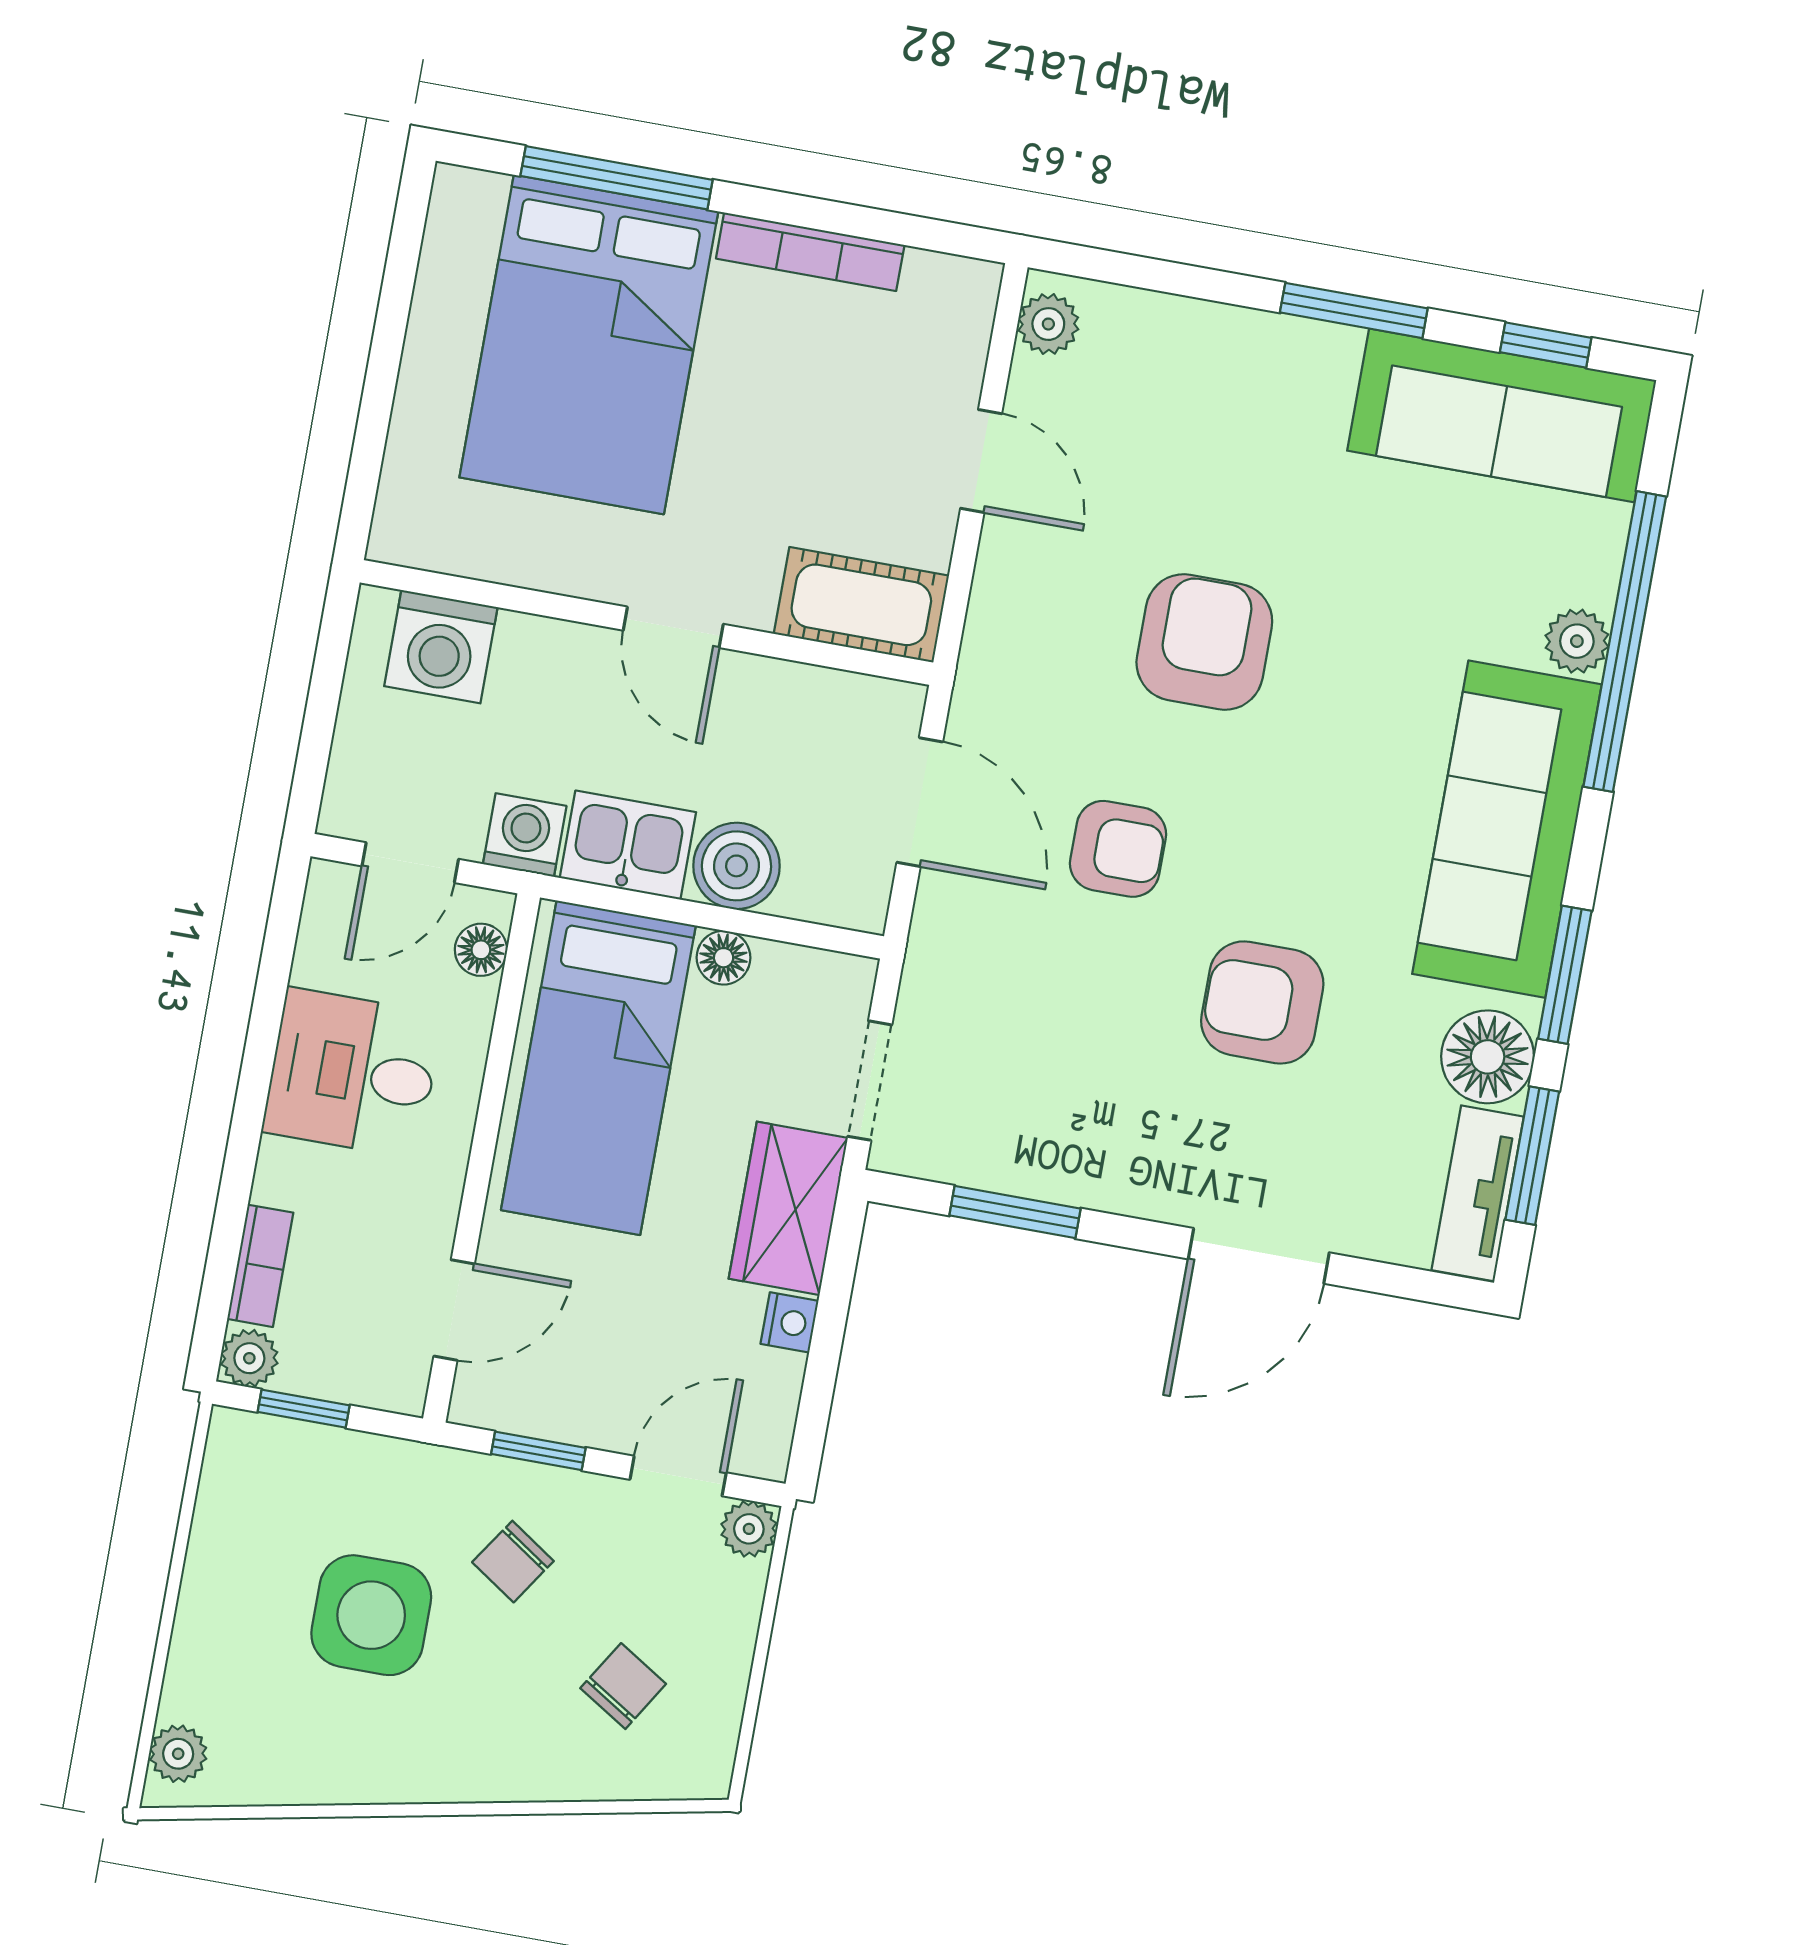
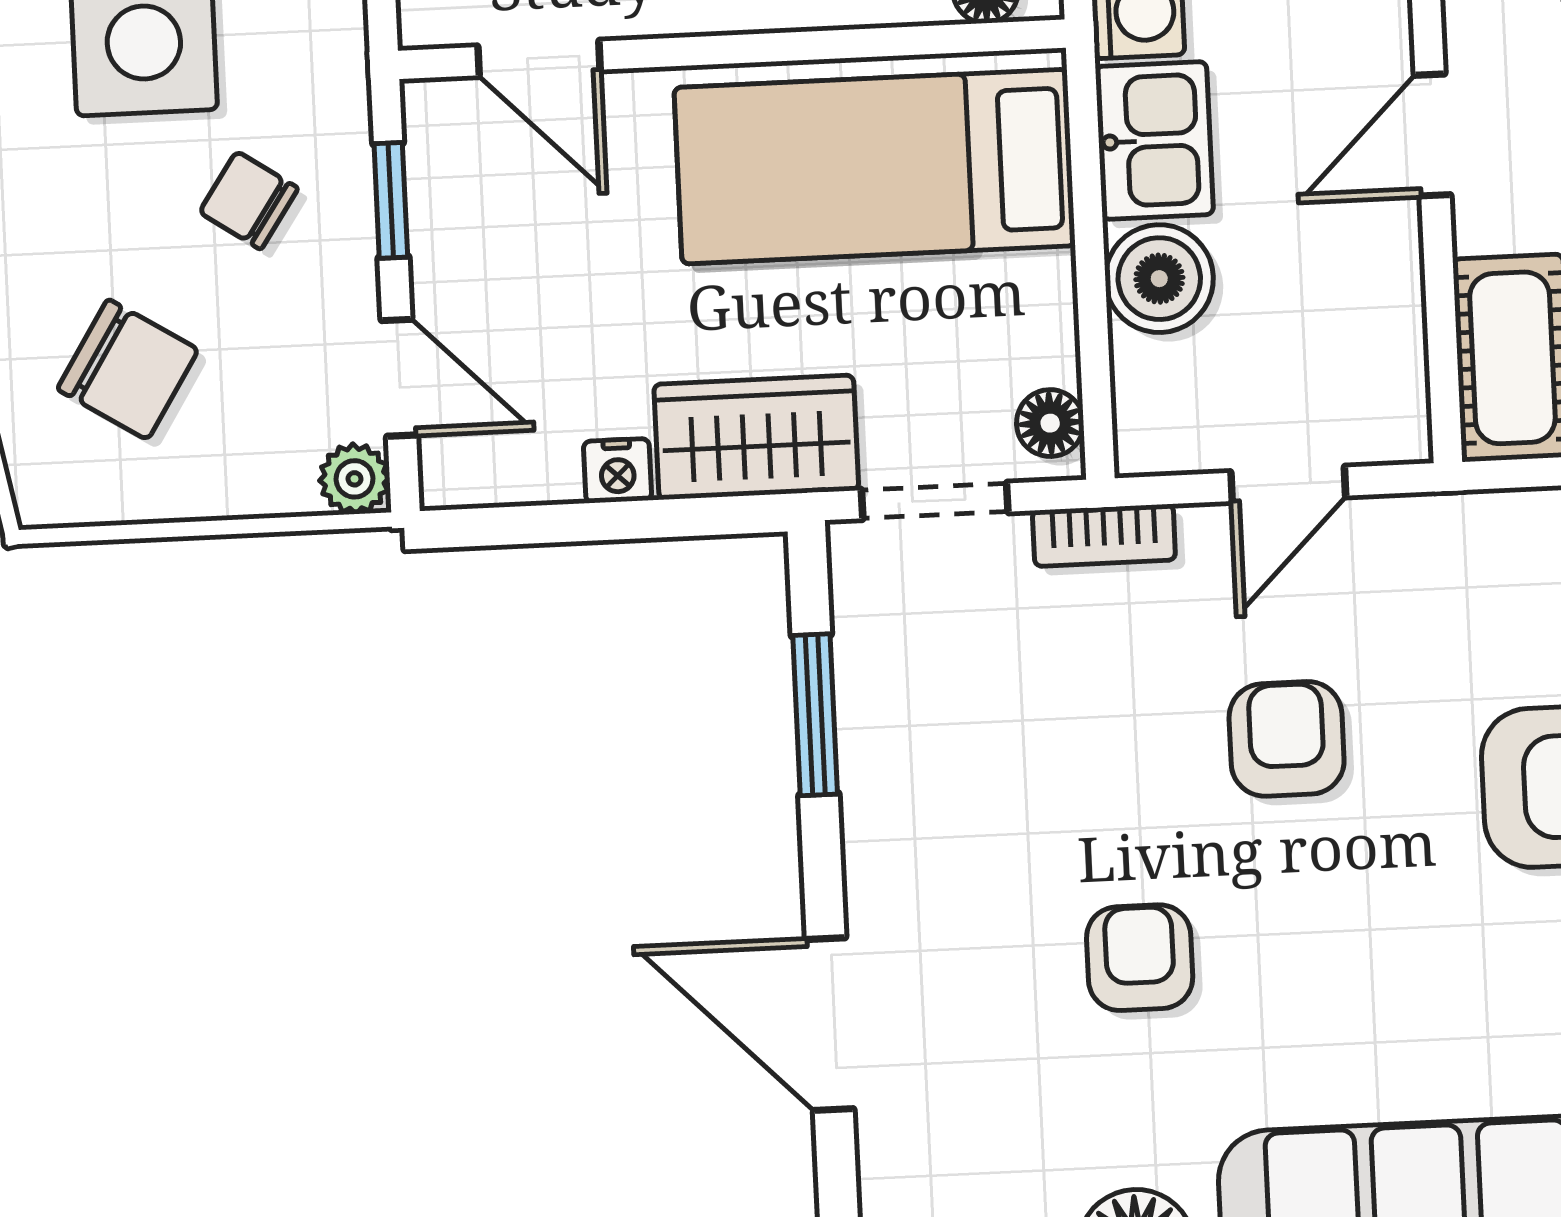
door: (920, 802) -> (1288, 484), width x0.73
armchair: (1118, 849) -> (1287, 739), turned 180
bookcase: (927, 955) -> (1104, 535), added
floor lamp: (724, 958) -> (1050, 423), moved
armchair: (1262, 1002) -> (1140, 958), width x0.72, depth x0.72
chair: (623, 1686) -> (128, 369), width x1.37, depth x1.37

